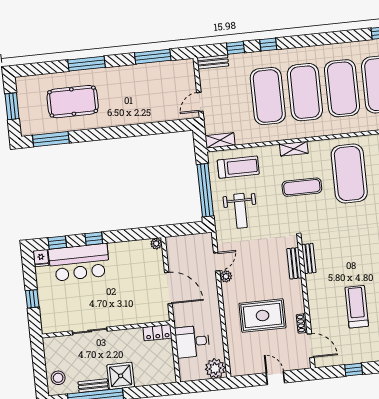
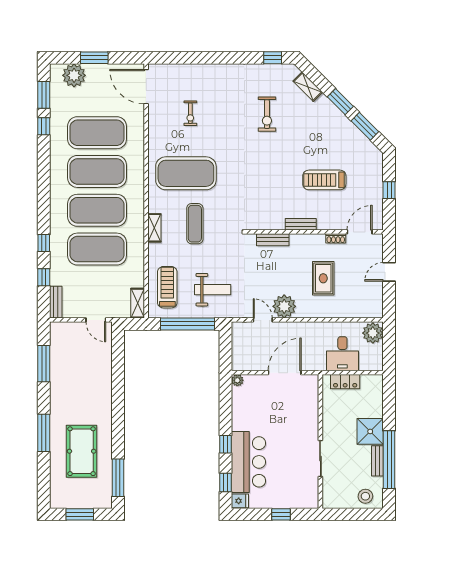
bench: (309, 258) -> (301, 224), moved
plant: (226, 276) -> (284, 306), width x1.88, depth x1.88
rug: (263, 316) -> (323, 278), width x0.73, depth x0.70
locker: (157, 333) -> (345, 382), moved, turned 90

